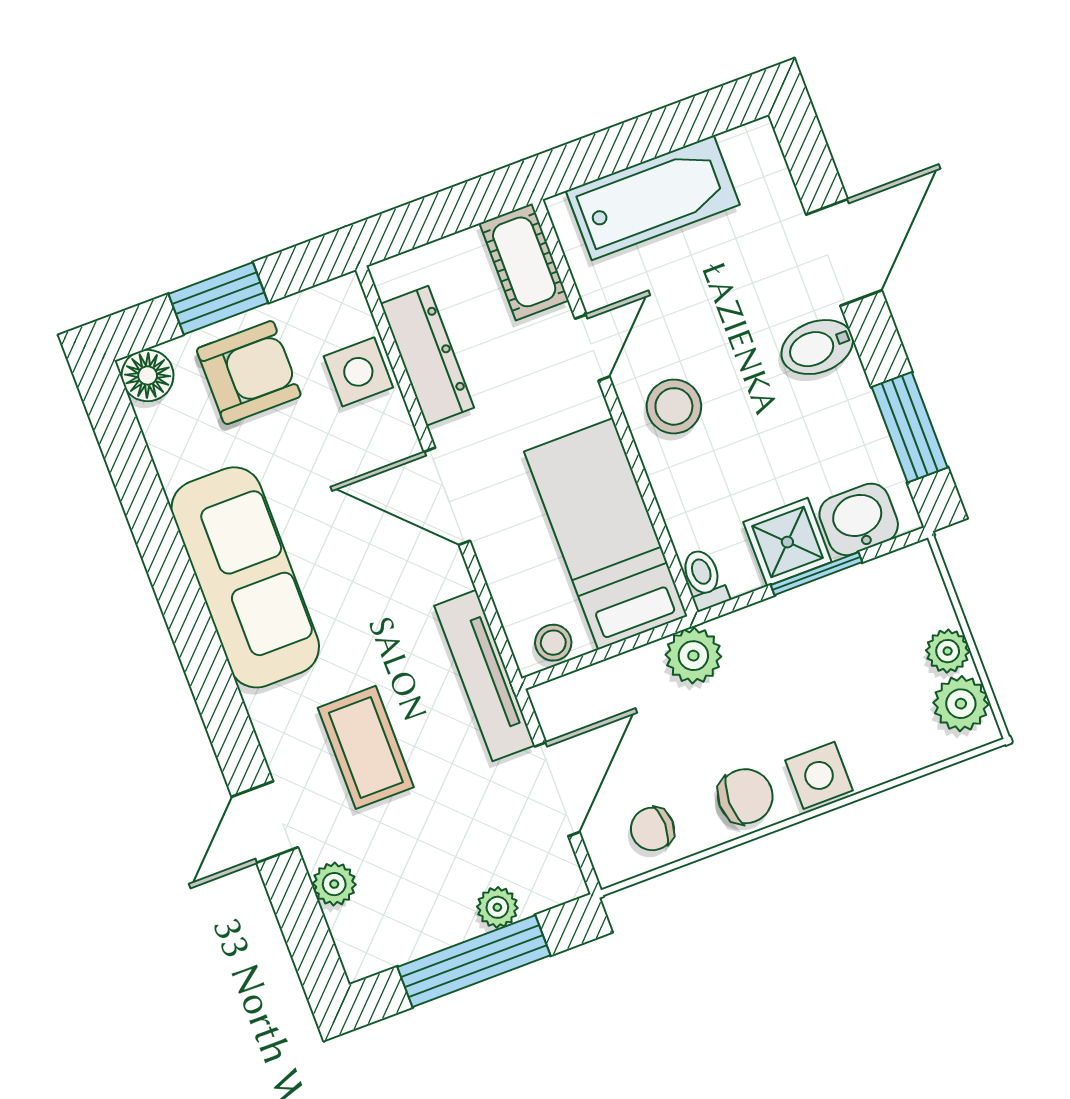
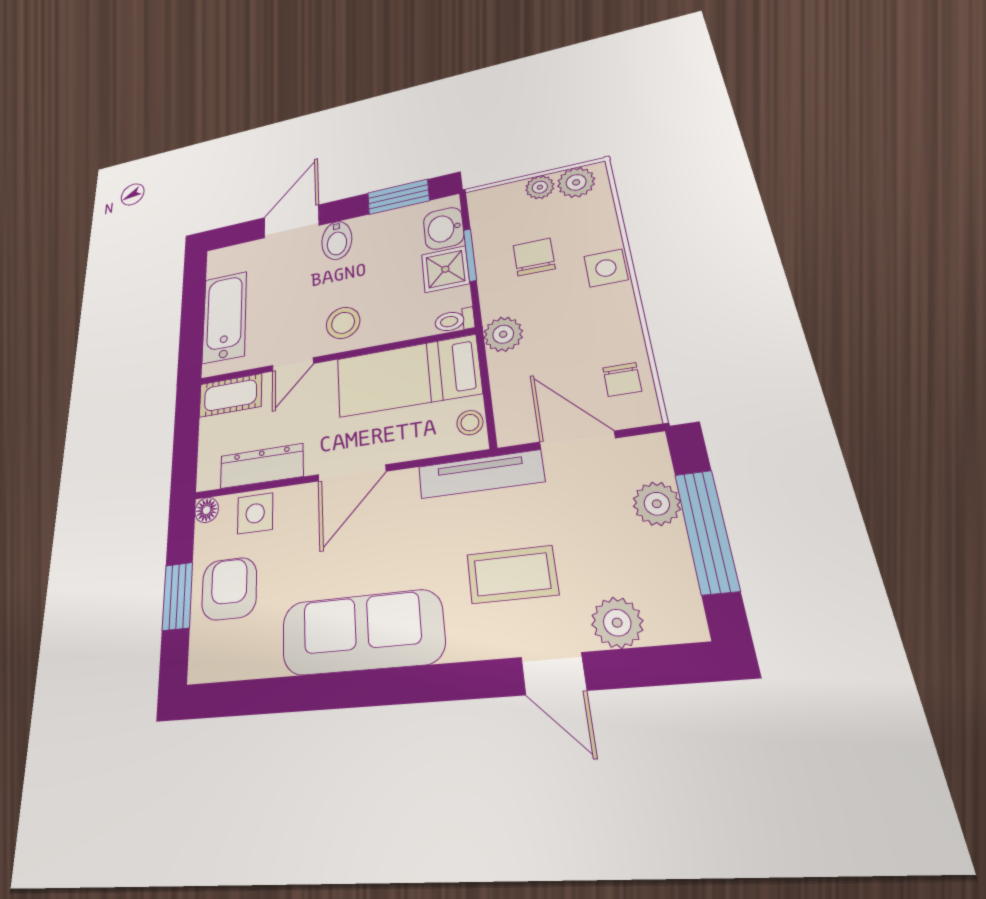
door: (844, 252) -> (291, 221), hinge flipped
door: (592, 348) -> (293, 364), swing flipped
floor lamp: (148, 375) -> (207, 510), moved, width x0.73, depth x0.73
chair: (745, 796) -> (534, 257), moved
plant: (334, 884) -> (617, 623), width x1.38, depth x1.38
plant: (497, 907) -> (657, 504), width x1.38, depth x1.38

